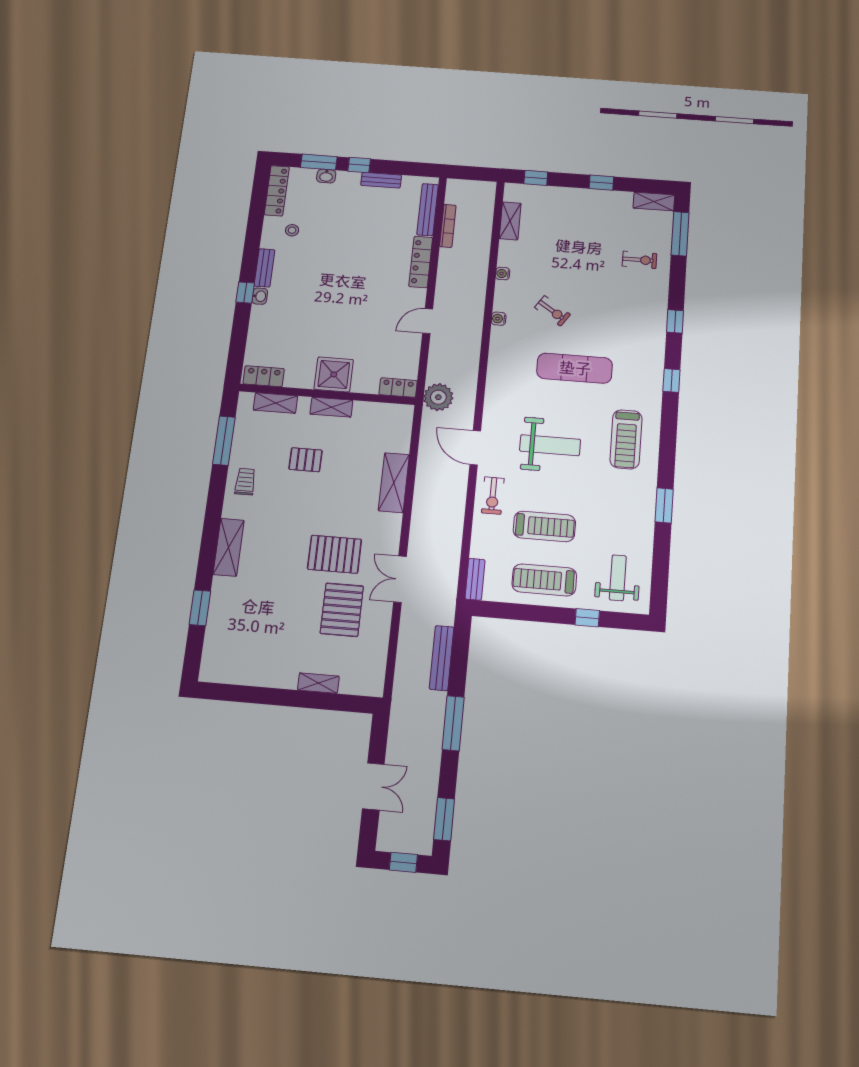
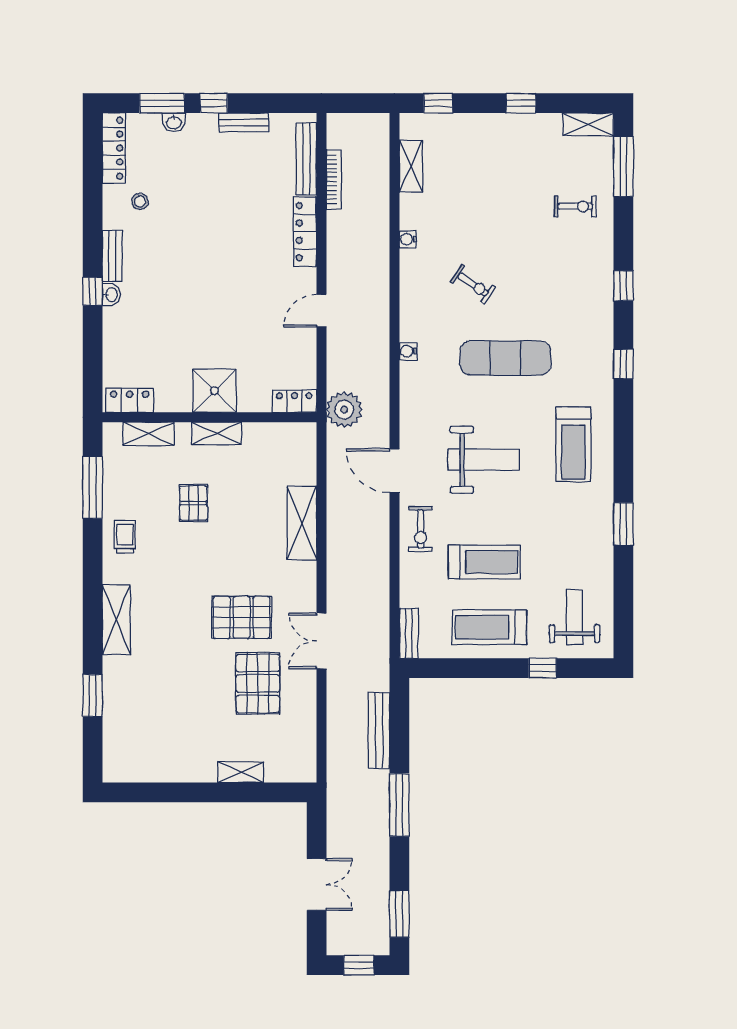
water cooler: (499, 319) -> (408, 351), moved
pallet: (305, 460) -> (193, 503), turned 90

